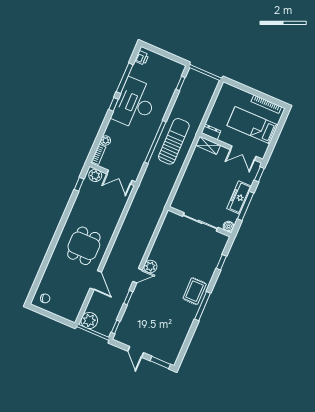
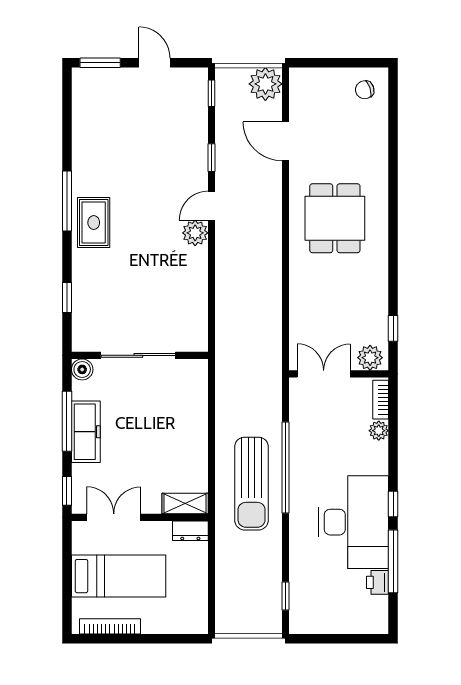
printer: (142, 58) -> (378, 582), moved
door: (96, 280) -> (285, 141), moved

